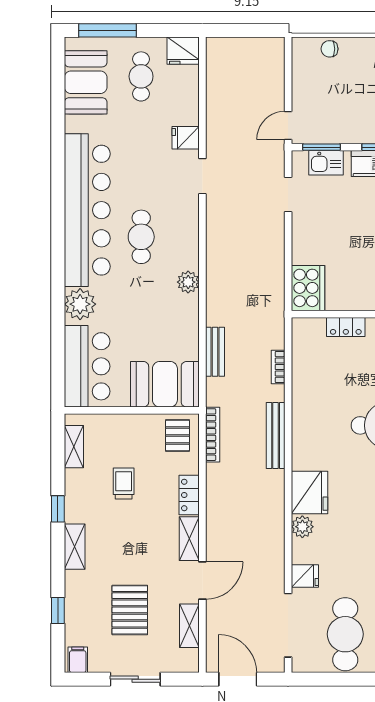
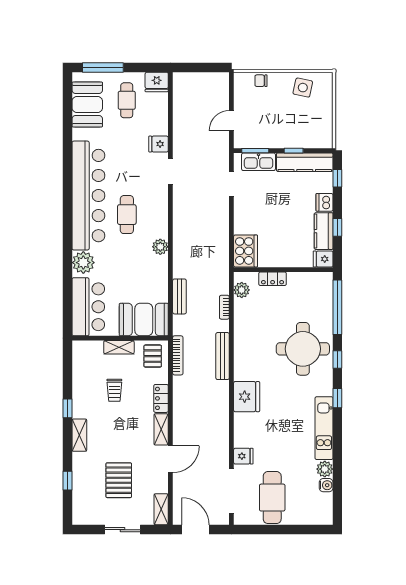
door: (288, 125) -> (231, 121), moved
kitchen sink: (326, 163) -> (259, 162), width x1.38
shelving: (74, 447) -> (119, 347), moved, turned 90
trolley: (124, 483) -> (114, 390), turned 180
plant: (302, 527) -> (242, 290), moved
shelving: (189, 626) -> (161, 509), moved
filing cabinet: (78, 660) -> (82, 516), removed

